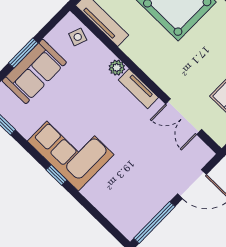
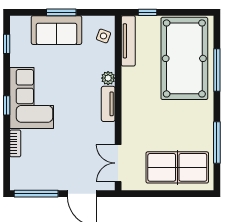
double door: (184, 117) -> (118, 163), moved
bookcase: (95, 199) -> (15, 143), added

